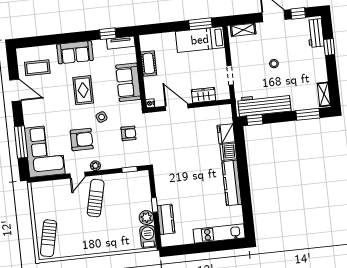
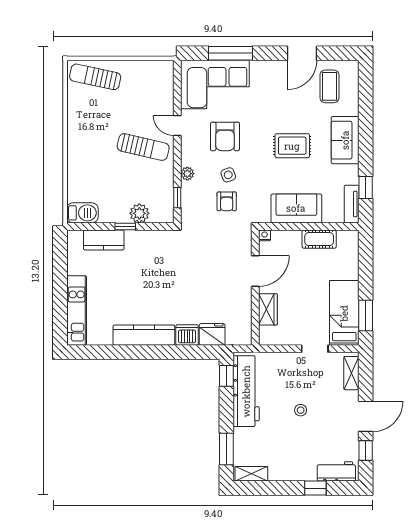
doorway: (230, 75) -> (315, 349), moved
side table: (102, 117) -> (228, 175), moved
plant: (95, 166) -> (187, 174), moved
plant: (146, 218) -> (139, 213), moved

